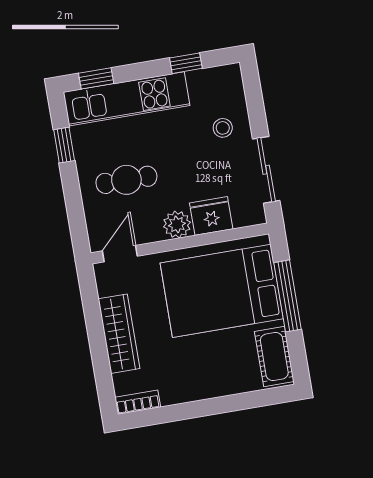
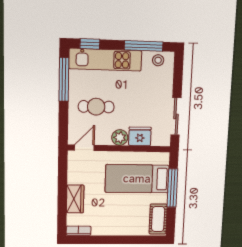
window: (186, 63) -> (144, 46), width x2.17
stool: (223, 128) -> (158, 60), moved
window: (64, 145) -> (64, 79), width x2.17
bed: (222, 291) -> (137, 179), width x0.67
wardrobe: (119, 334) -> (75, 199), width x0.67

